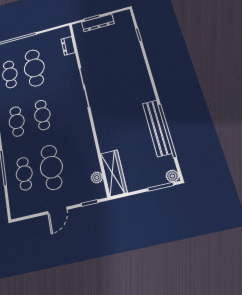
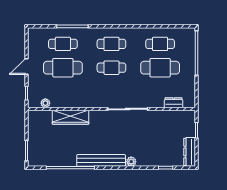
dresser: (98, 23) -> (190, 152), moved
bench: (157, 128) -> (101, 160), moved
wardrobe: (114, 173) -> (71, 117), moved
plant: (172, 176) -> (131, 162), moved
door: (57, 210) -> (26, 66), hinge flipped

